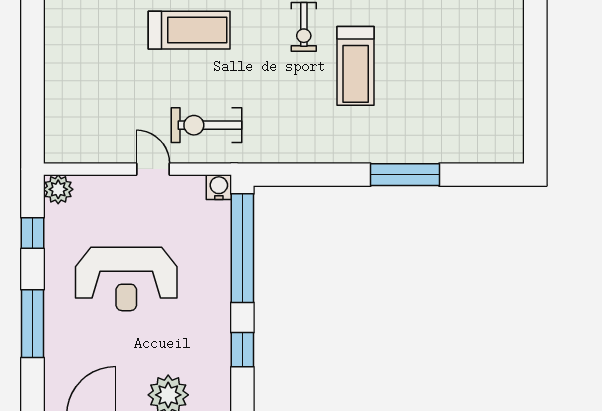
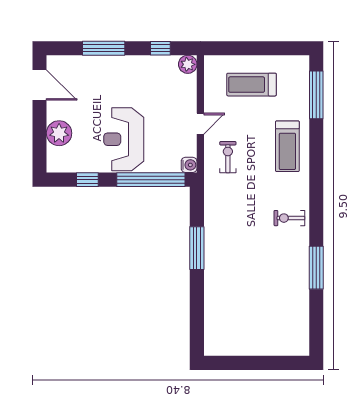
treadmill: (356, 66) -> (252, 85), moved
exercise bike: (206, 125) -> (228, 157), width x0.73, depth x0.72
window: (405, 175) -> (197, 248), moved
reception desk: (126, 279) -> (124, 139), moved

